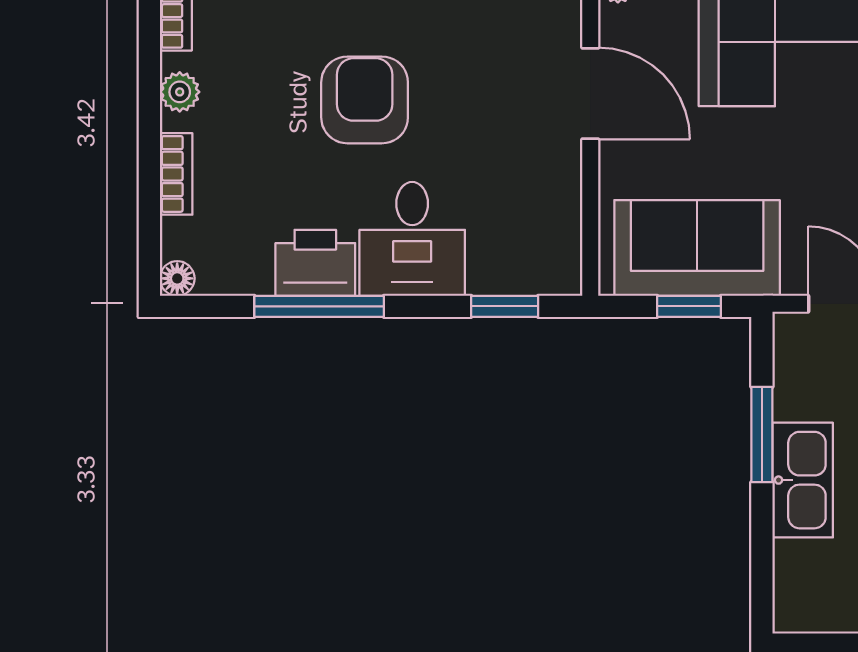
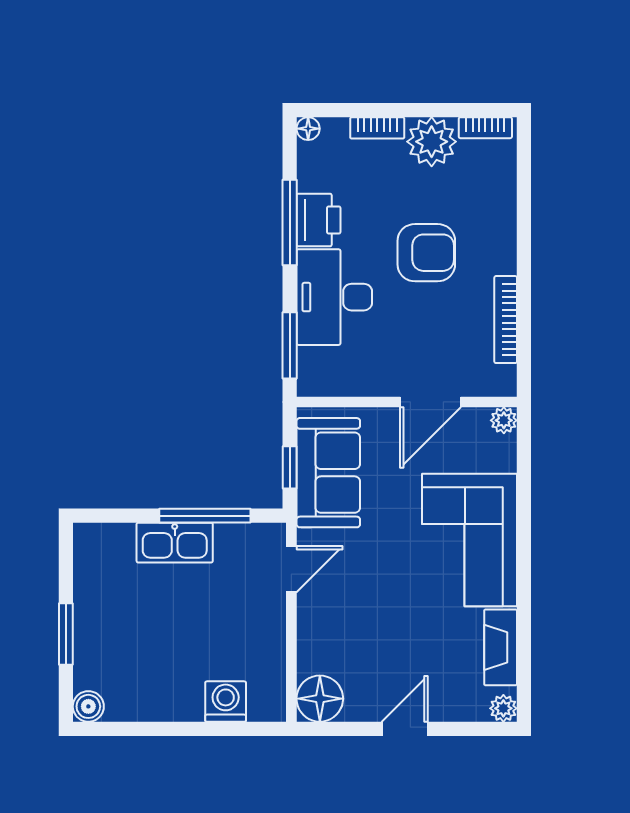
plant: (180, 92) -> (432, 142), width x1.88, depth x1.88
desk: (412, 239) -> (334, 297), width x1.37
window: (505, 306) -> (290, 345), width x1.50
window: (762, 435) -> (205, 516), width x1.44

